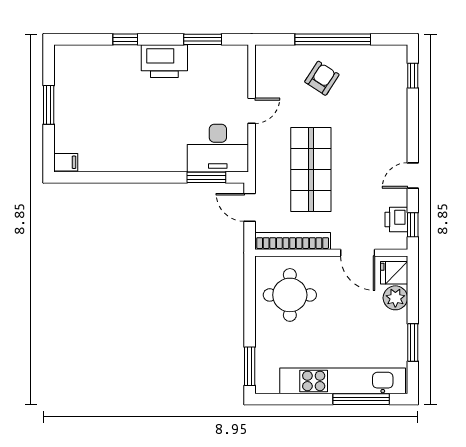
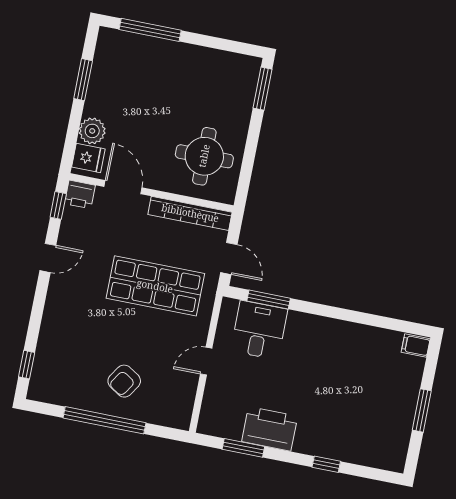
printer: (164, 61) -> (270, 429), moved
desk: (218, 148) -> (259, 330), width x0.73
shop shelf: (311, 169) -> (155, 286), turned 90
printer: (396, 219) -> (80, 194), moved, turned 90
kitchen unit: (343, 381) -> (166, 53), removed

